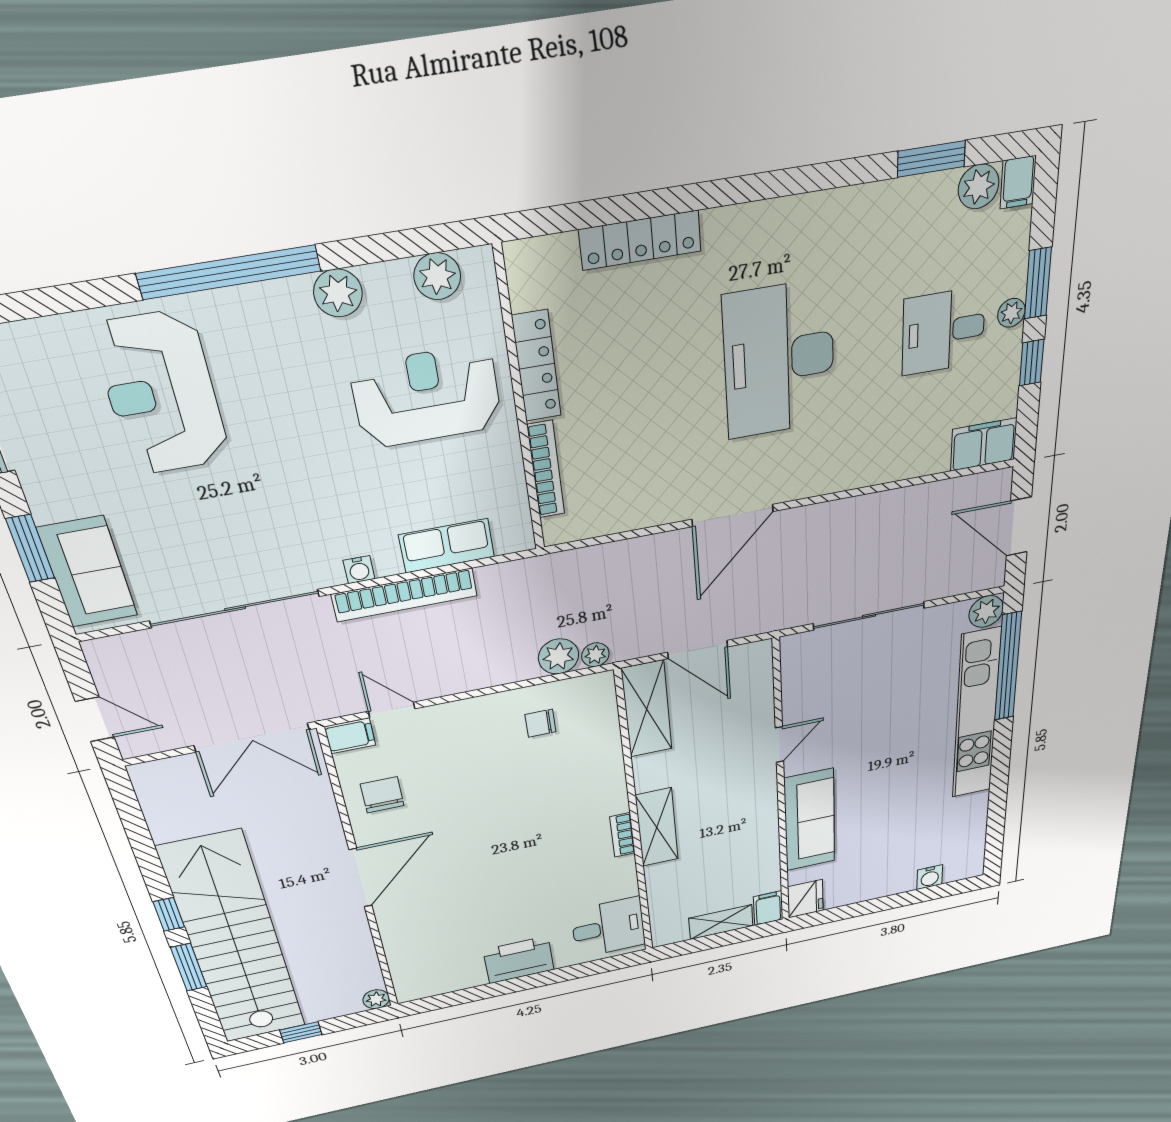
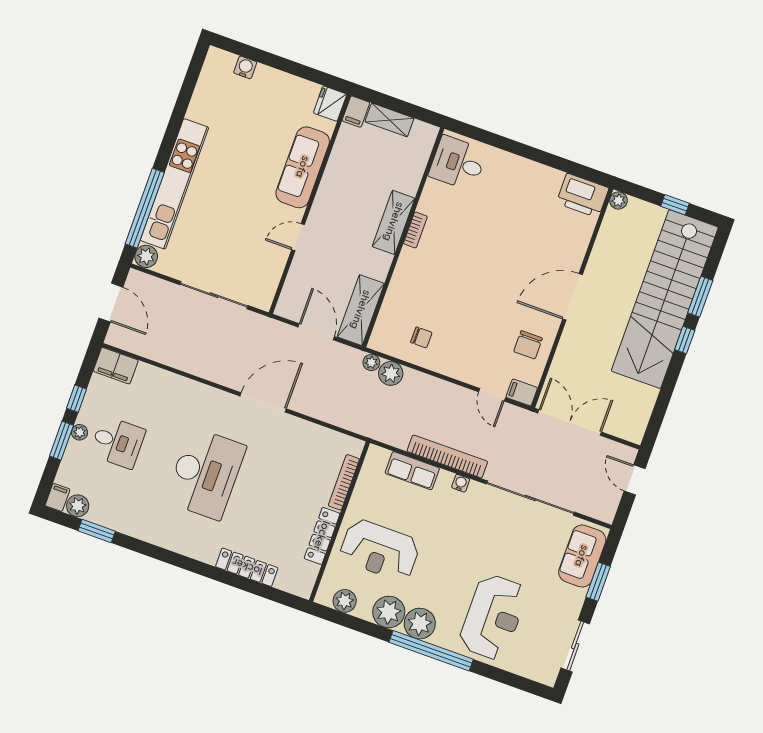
plant: (338, 293) -> (389, 612), width x1.36, depth x1.36
plant: (281, 310) -> (420, 624), added
printer: (519, 960) -> (583, 195), moved

